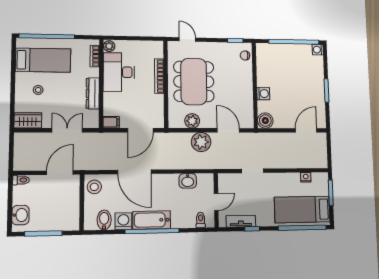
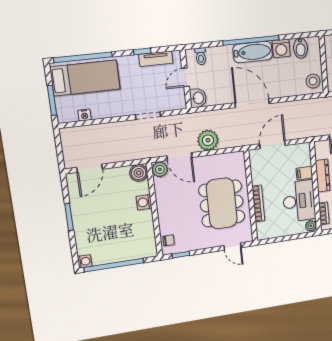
plant: (192, 121) -> (160, 169), moved
filing cabinet: (111, 122) -> (304, 173), moved
door: (134, 172) -> (252, 103), moved
washbasin: (188, 181) -> (198, 98), moved, turned 90

